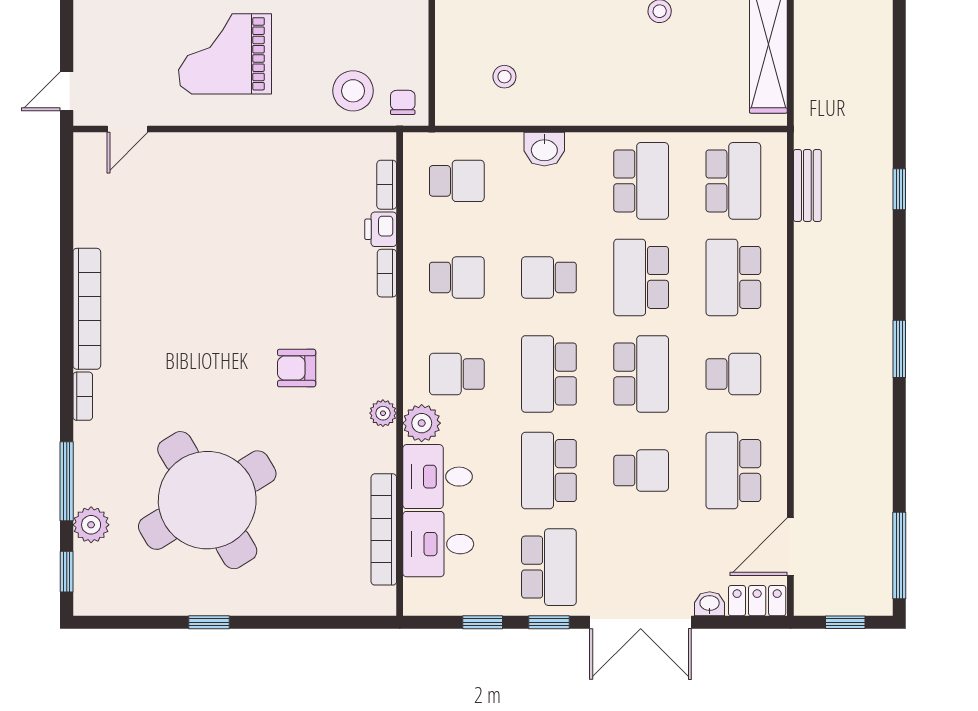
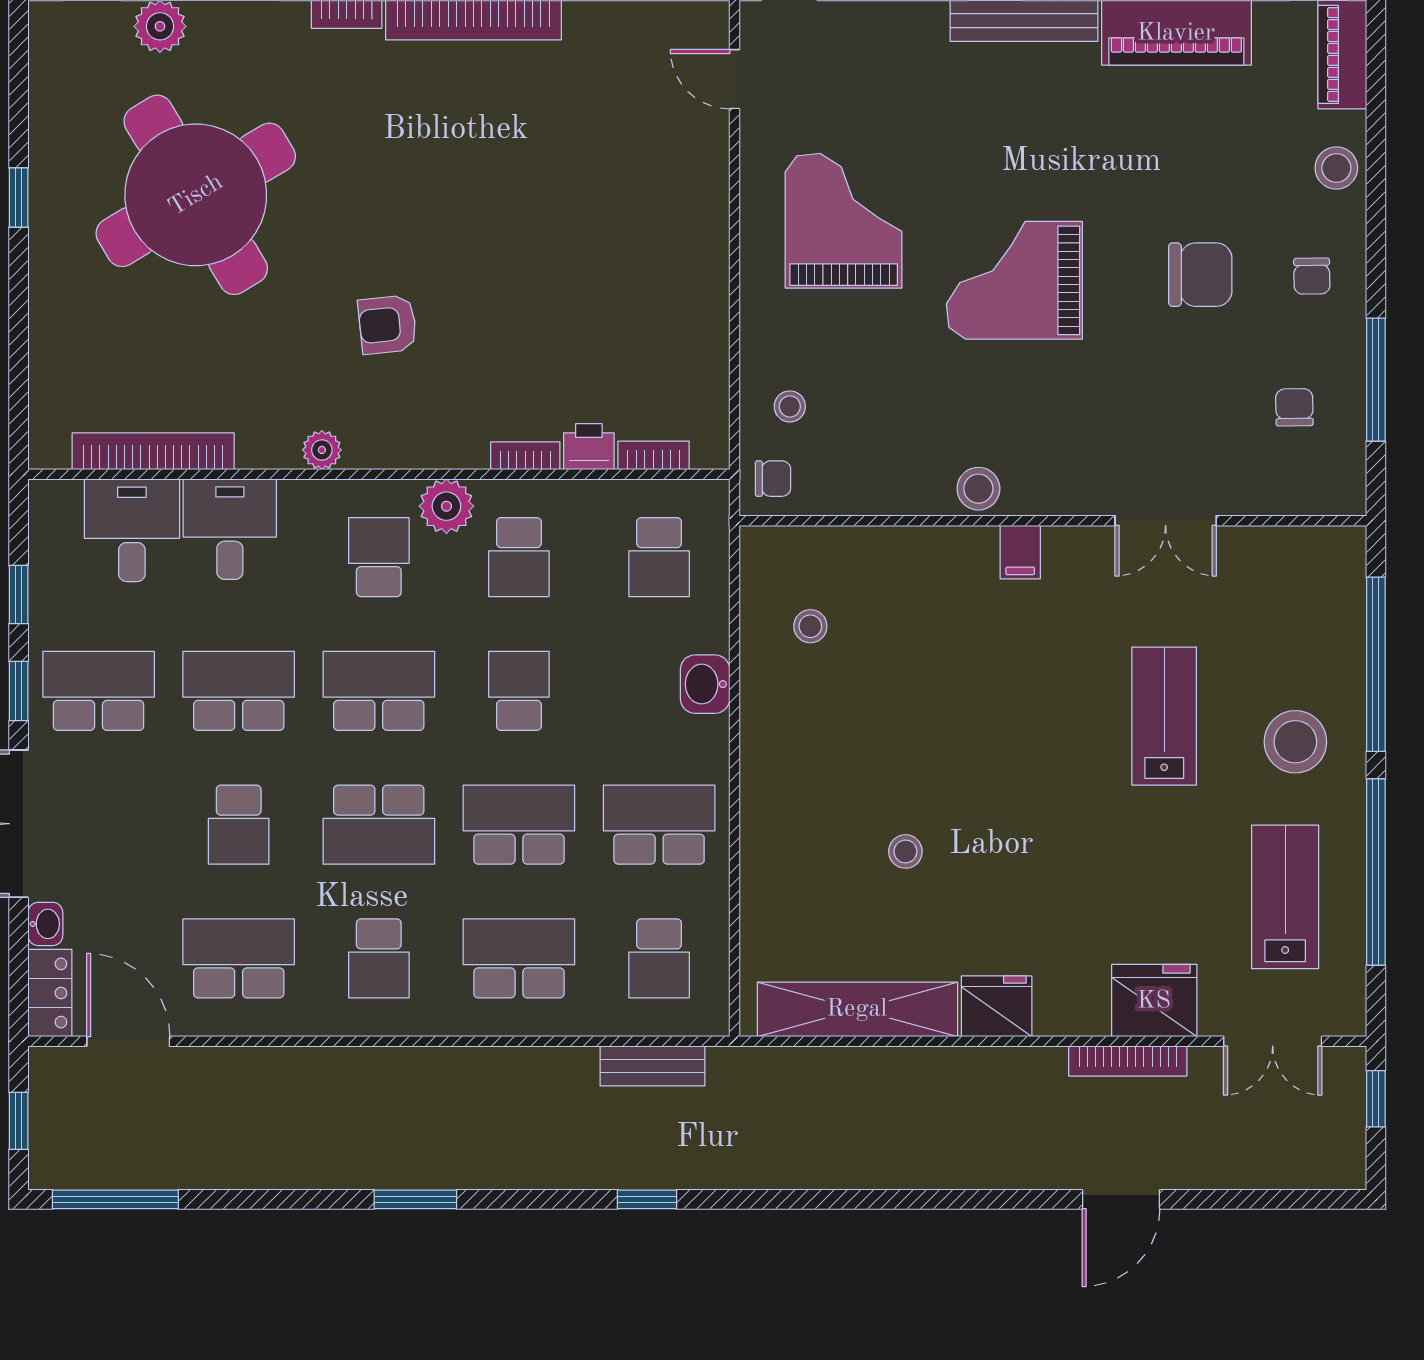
stool: (353, 91) -> (790, 406), width x0.53, depth x0.53
school desk: (641, 181) -> (659, 825), turned 180
school desk: (733, 181) -> (659, 958), width x0.54
armchair: (297, 368) -> (387, 325), turned -96
plant: (422, 423) -> (446, 506), moved
school desk: (549, 567) -> (99, 691), turned 180

